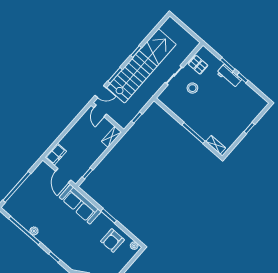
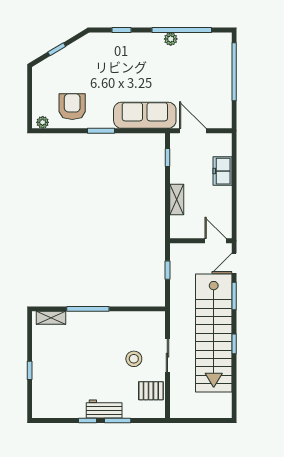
shelving: (112, 137) -> (177, 200), moved
freezer: (56, 154) -> (222, 171), moved

